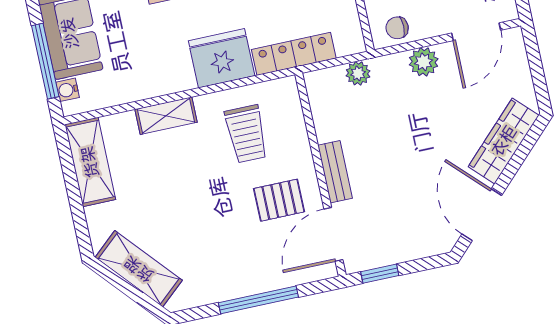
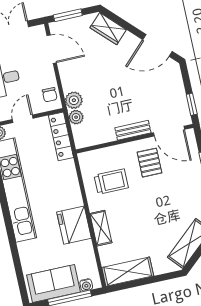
locker: (294, 54) -> (61, 136), moved
fridge: (222, 58) -> (74, 225), moved
window: (535, 60) -> (68, 15), added
plant: (424, 62) -> (74, 100), moved
wardrobe: (504, 141) -> (108, 29), width x0.67

